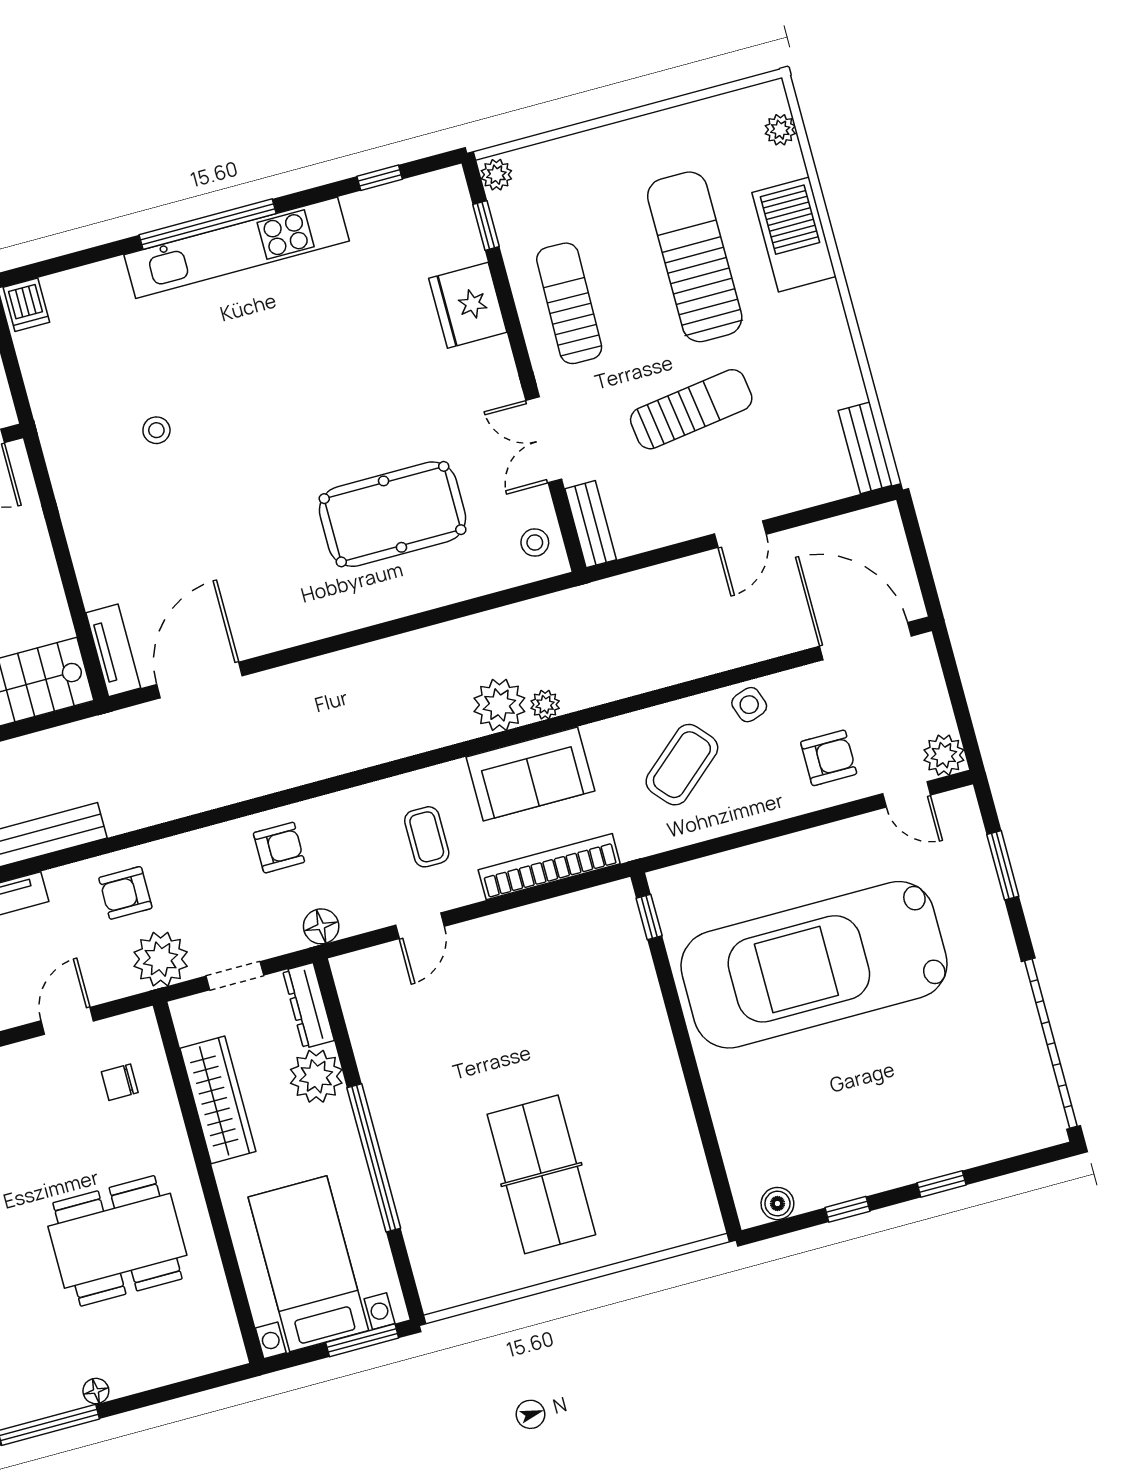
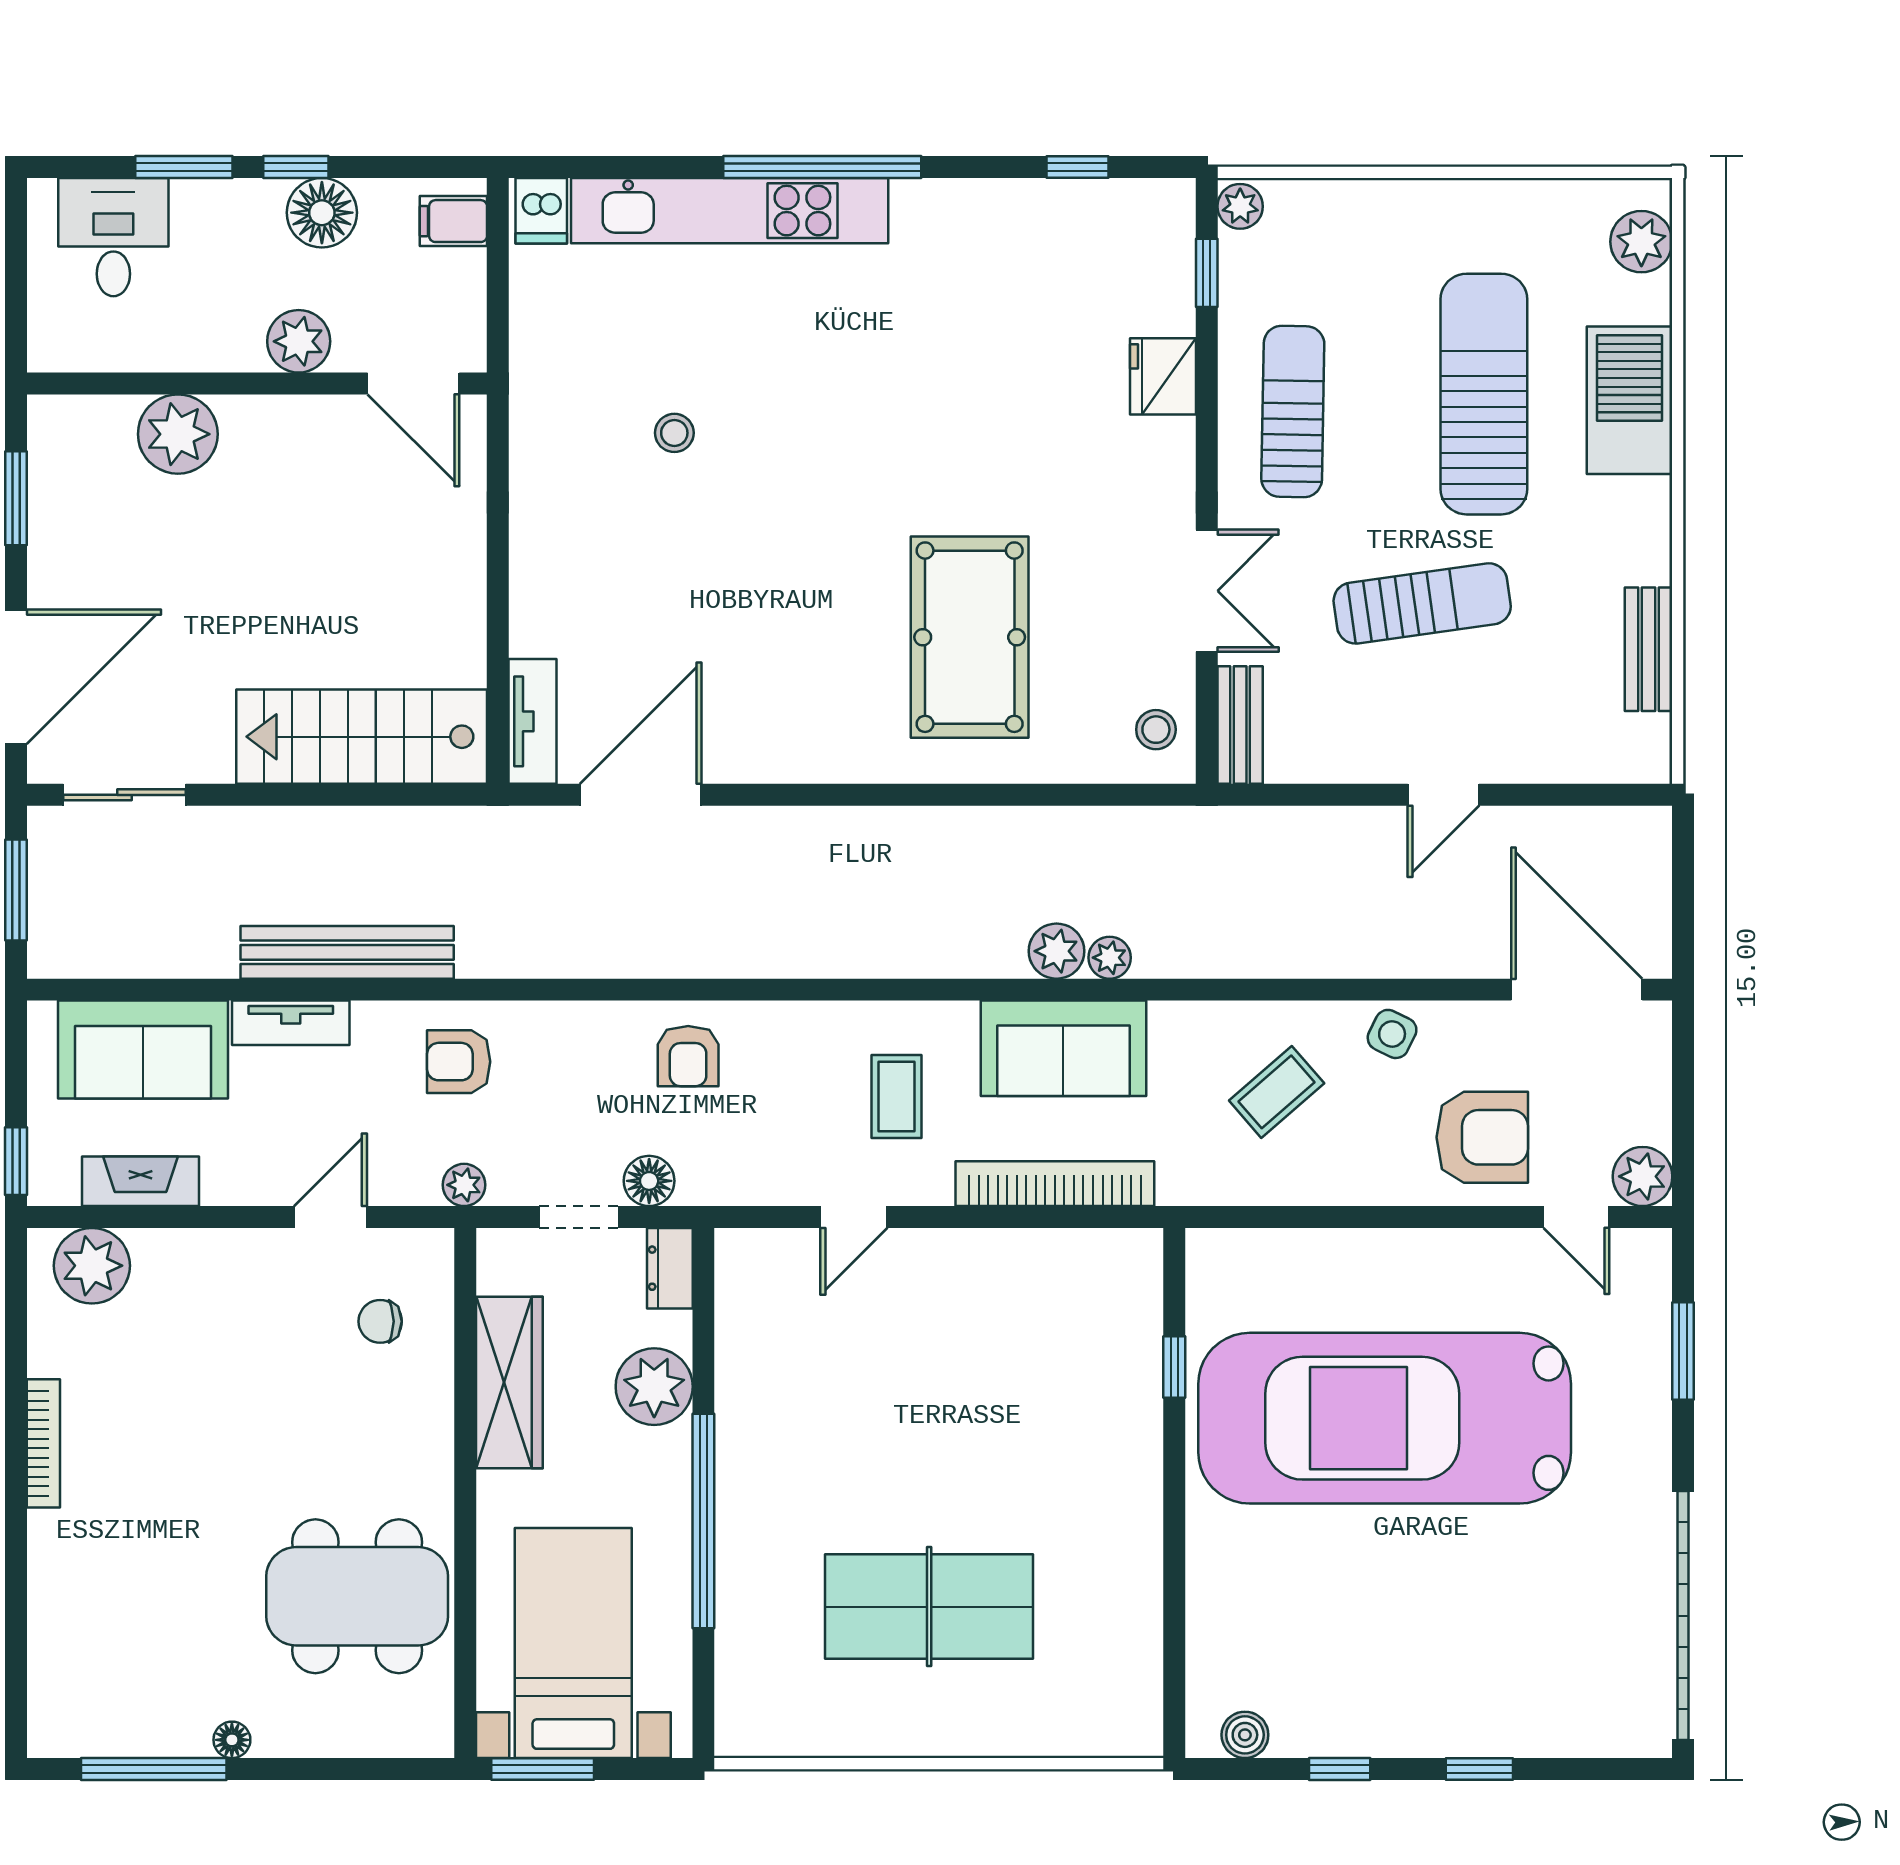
plant: (780, 130) -> (1641, 242), width x1.38, depth x1.38
kitchen unit: (237, 248) -> (730, 211), moved
fridge: (468, 305) -> (1163, 376), width x0.73, depth x0.75
double door: (544, 440) -> (1207, 591), swing flipped
bench: (865, 448) -> (1649, 649), moved
pool table: (393, 514) -> (970, 637), turned 90
plant: (499, 705) -> (1056, 951), width x0.73, depth x0.73
side table: (749, 705) -> (1392, 1034), turned 45
armchair: (829, 758) -> (1482, 1137), width x1.38, depth x1.38
coffee table: (682, 765) -> (1277, 1092), width x0.73, depth x0.77
armchair: (279, 848) -> (688, 1056), turned 90
window: (649, 917) -> (1174, 1367), moved
floor lamp: (321, 926) -> (649, 1181), moved
plant: (161, 959) -> (464, 1185), width x0.53, depth x0.53
dresser: (308, 1006) -> (670, 1268), width x0.70
table tennis table: (541, 1174) -> (929, 1607), turned 90
dining table: (117, 1241) -> (357, 1596), moved
window: (362, 1340) -> (543, 1769), moved

